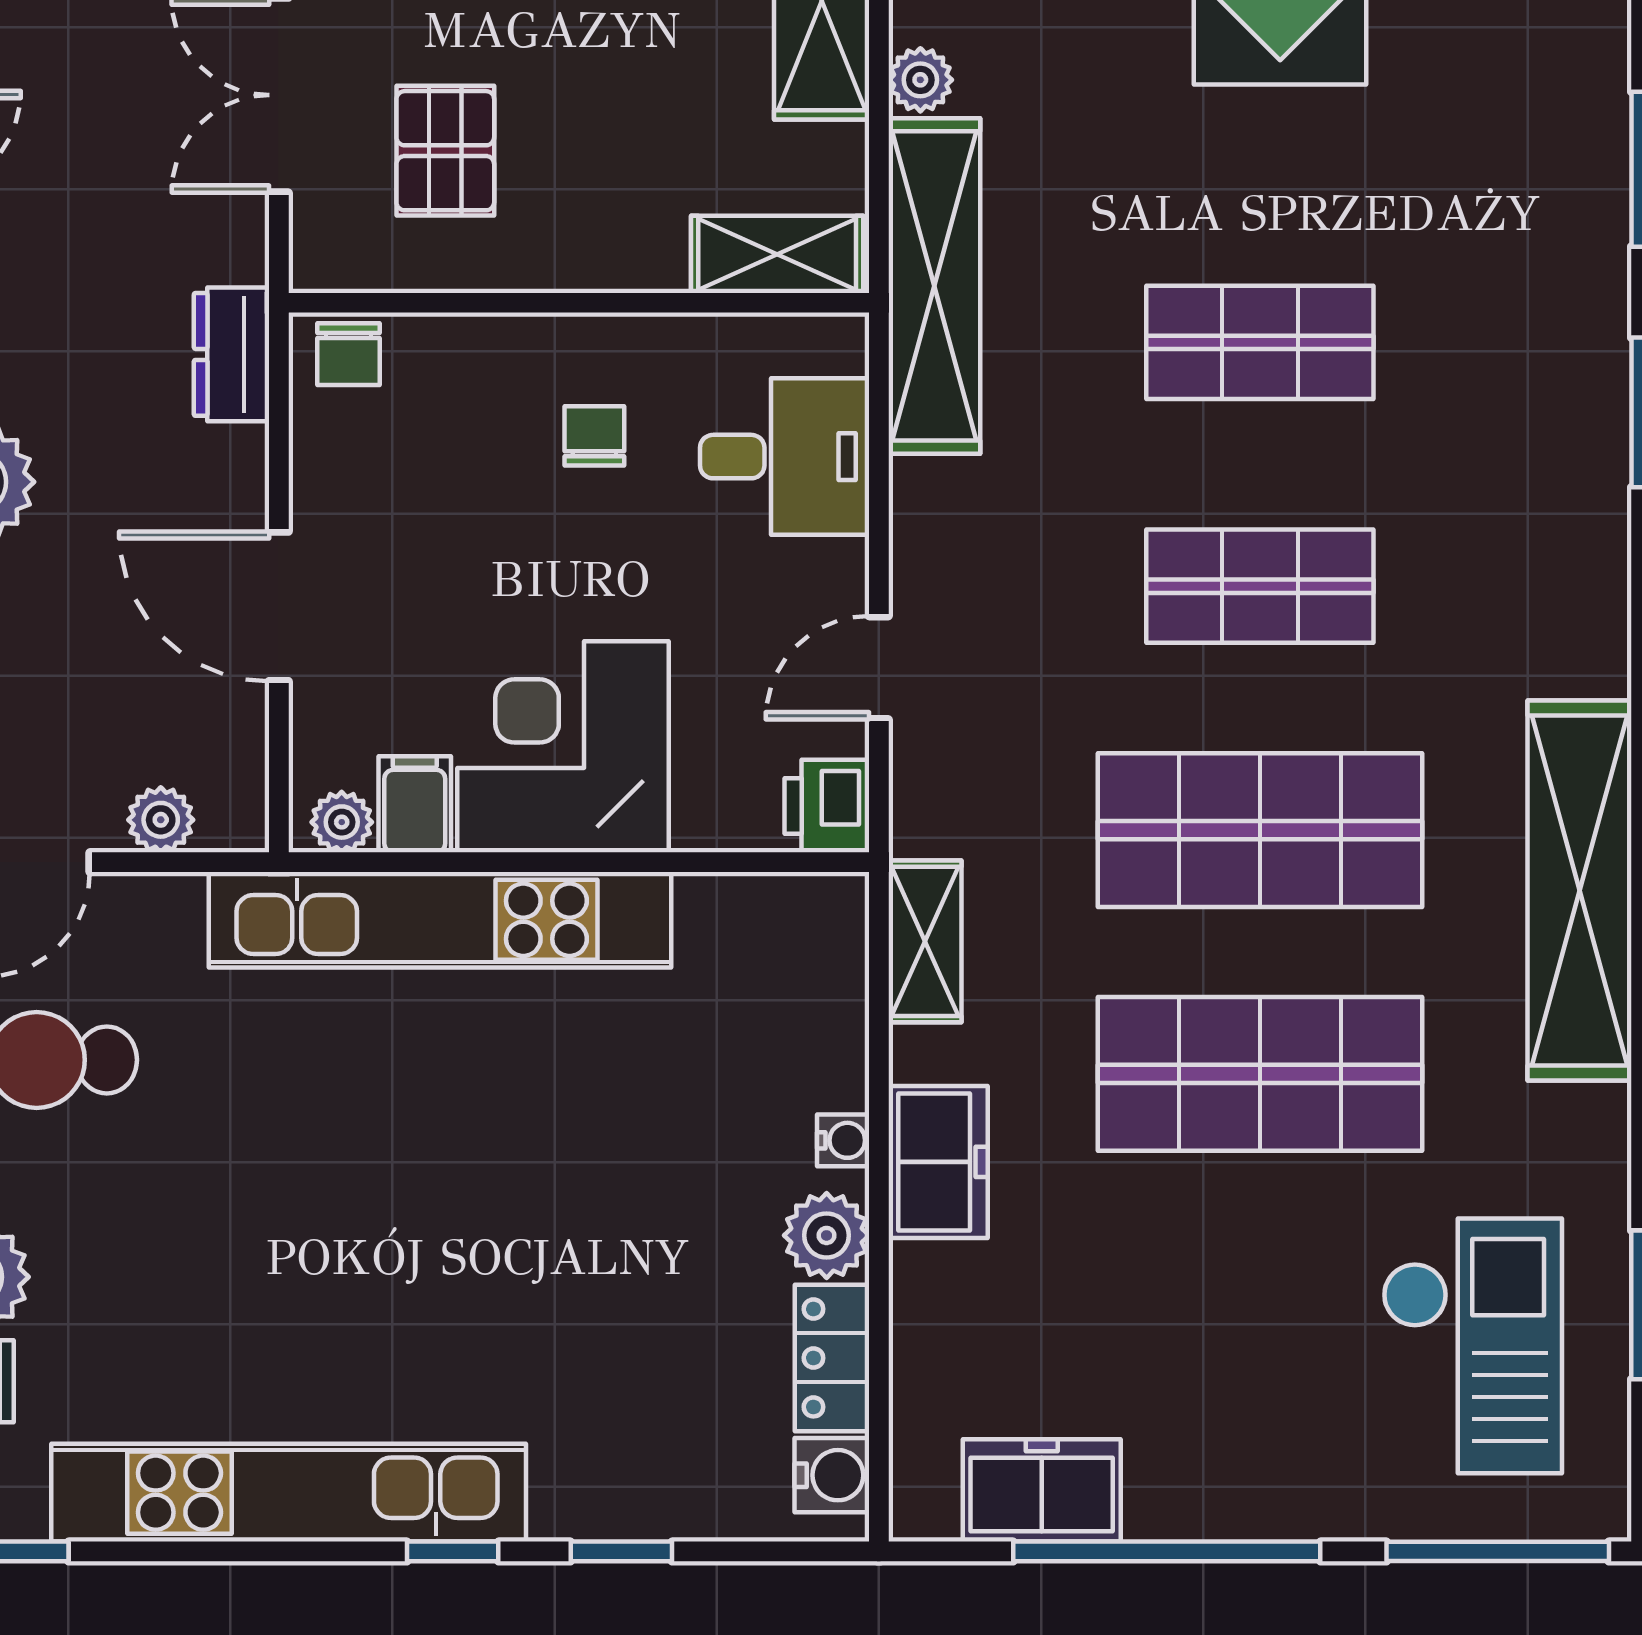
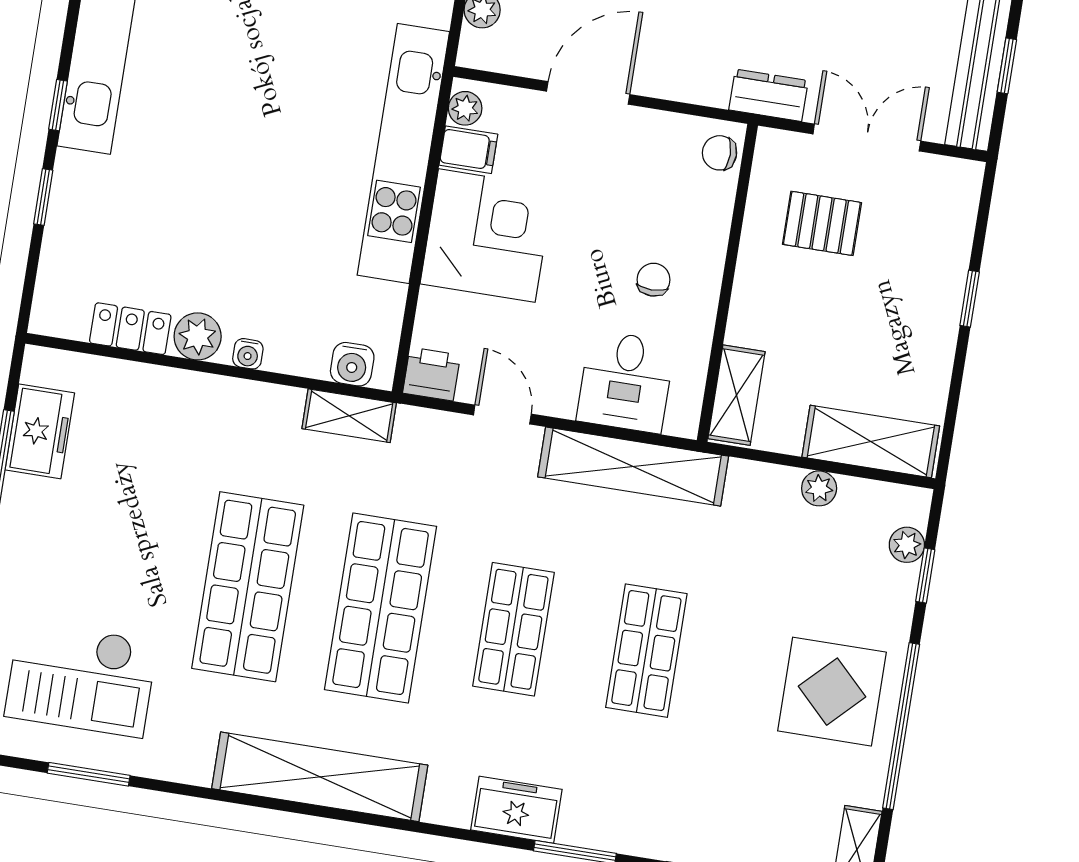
shelving: (934, 286) -> (633, 467), moved
dresser: (231, 354) -> (768, 95), moved
chair: (594, 436) -> (653, 280), turned -90
freezer: (938, 1162) -> (516, 810), moved, turned 180
water cooler: (832, 1475) -> (352, 364), moved

